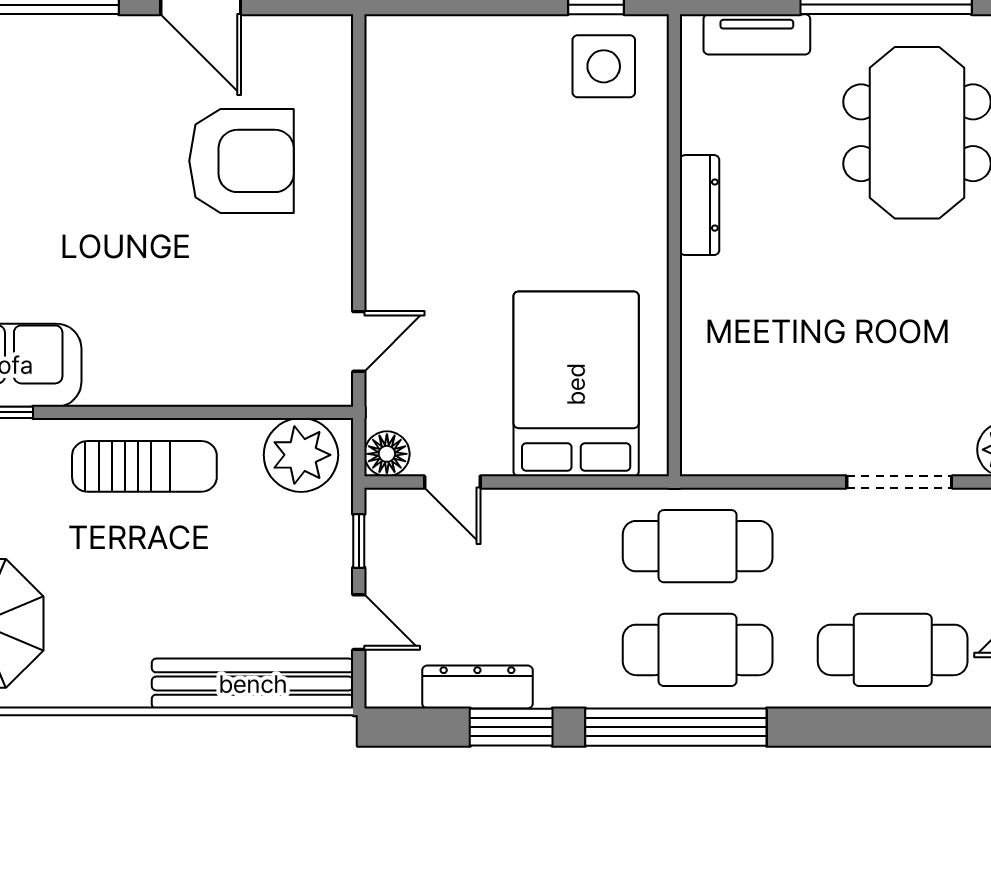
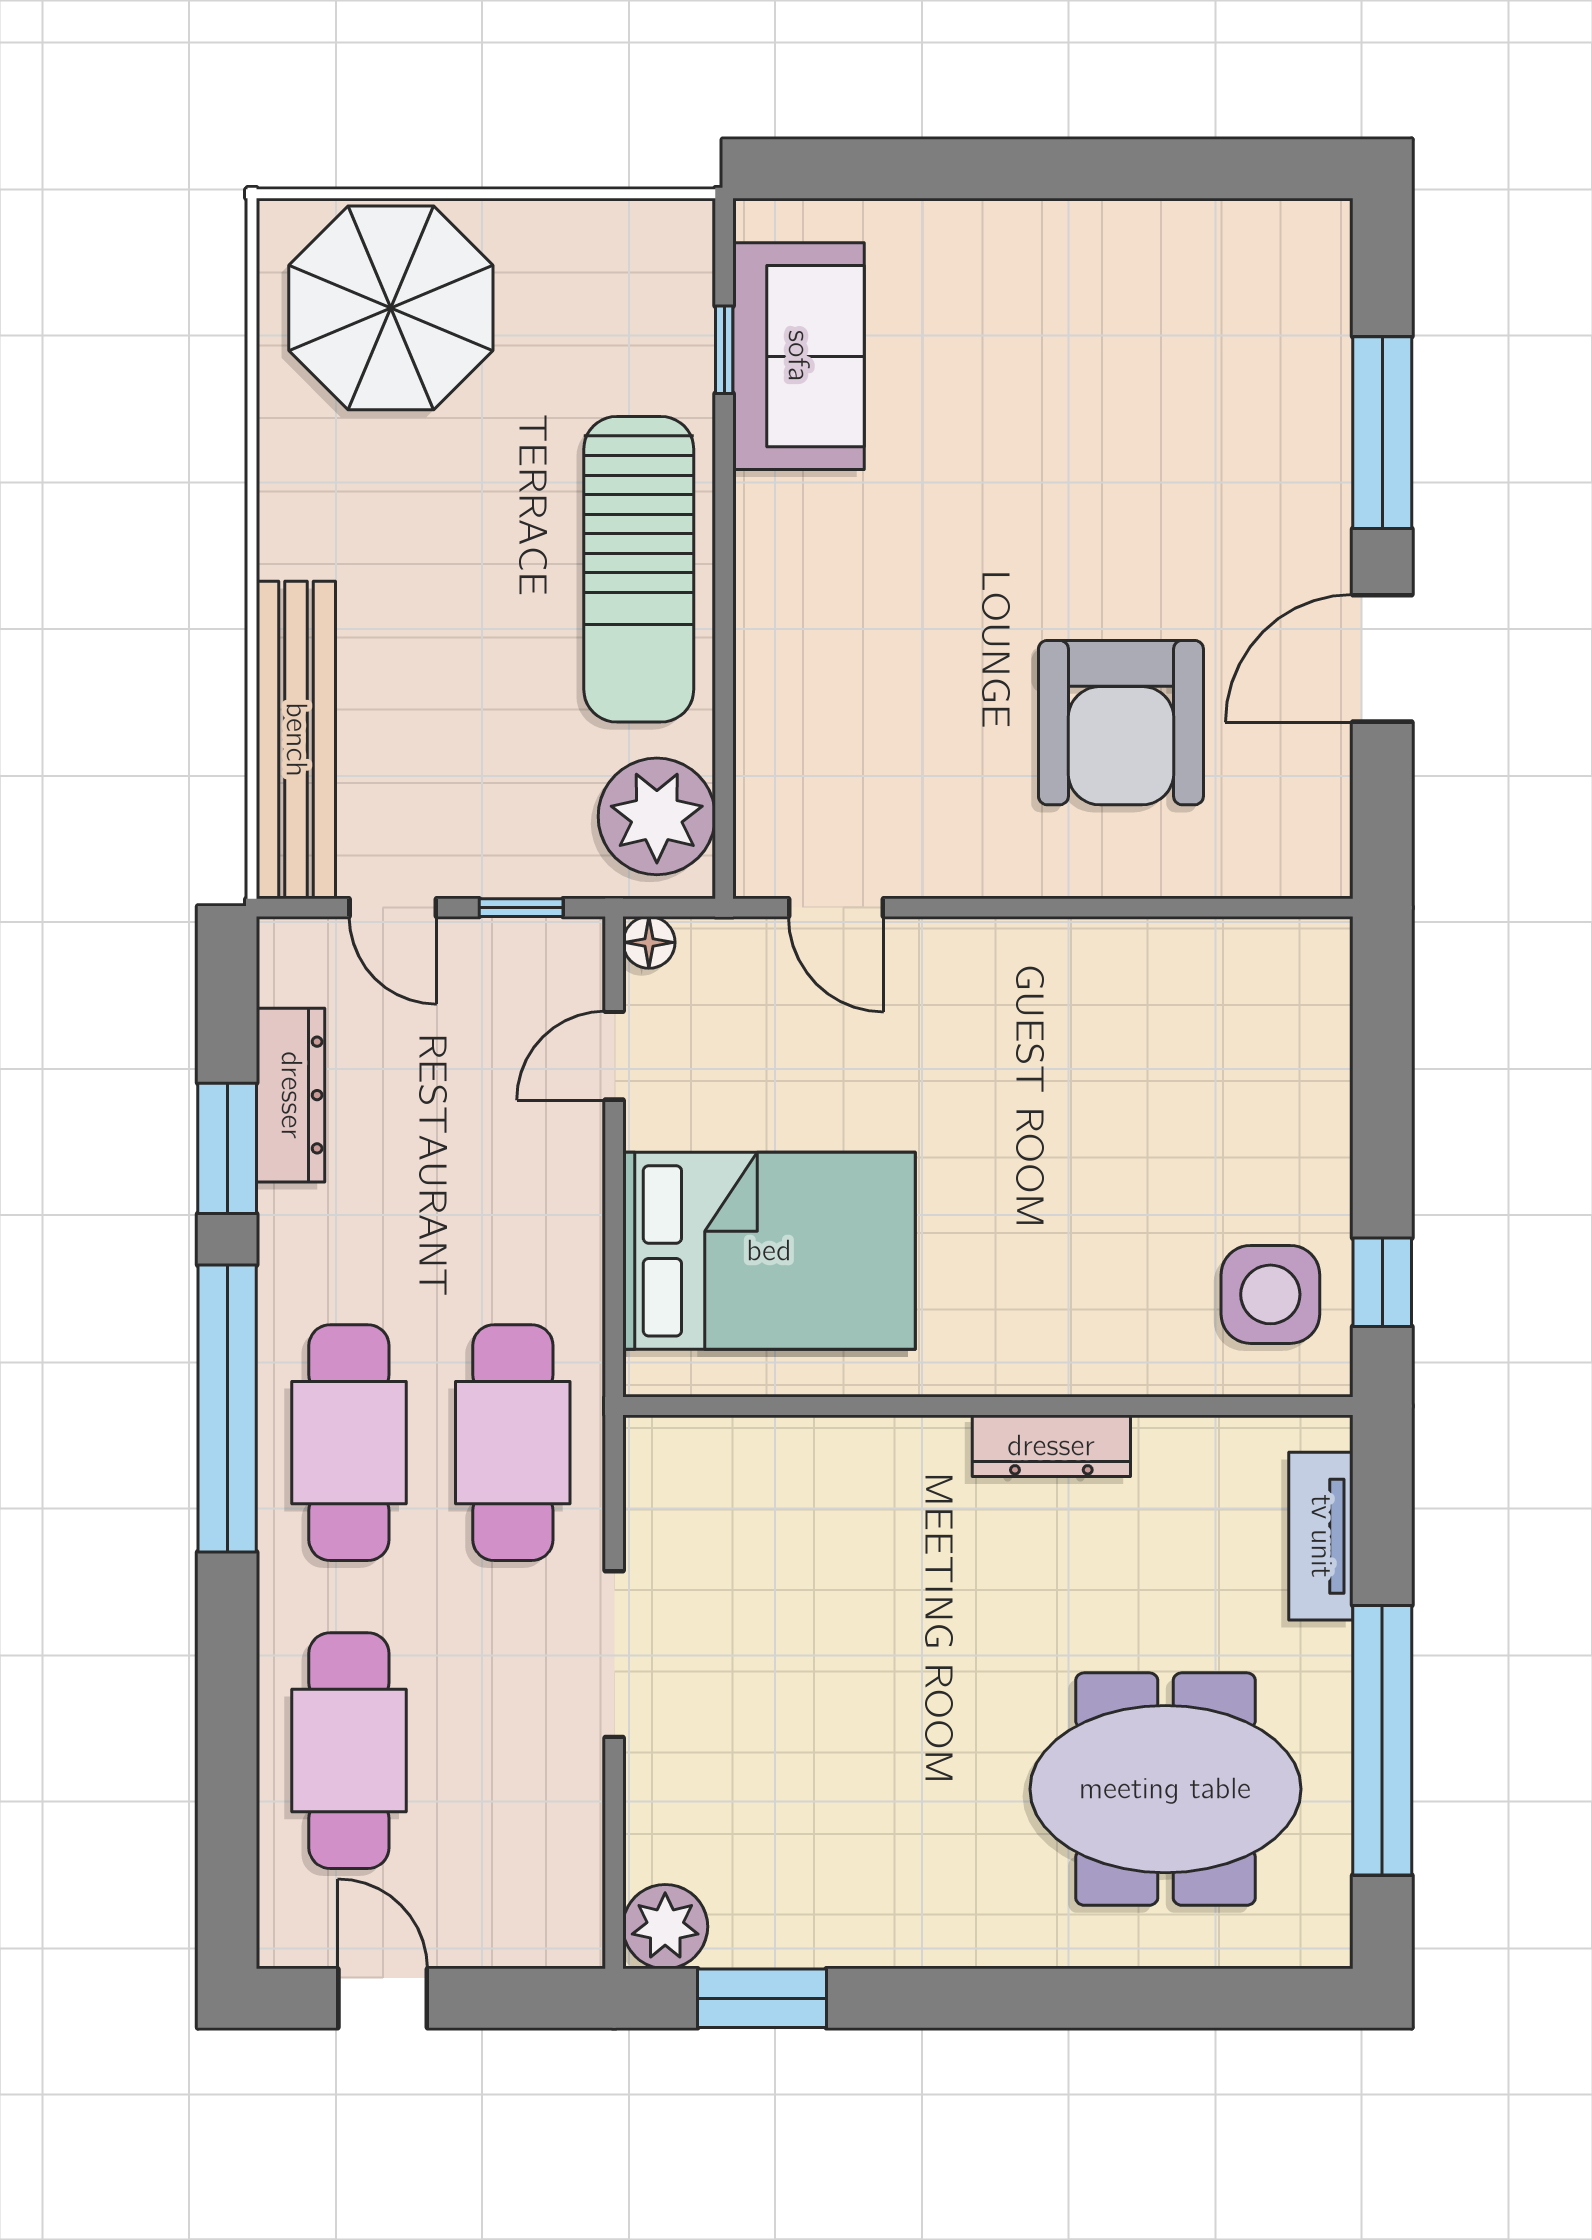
floor lamp: (387, 454) -> (649, 942), width x0.73, depth x0.73
sun lounger: (144, 466) -> (639, 569), width x1.36, depth x1.34
doorway: (899, 482) -> (614, 1654), moved
door: (359, 622) -> (393, 908), hinge flipped

